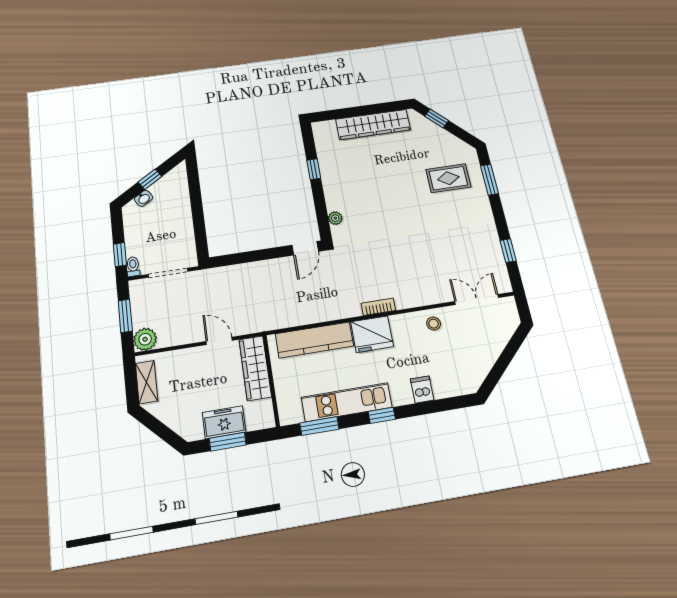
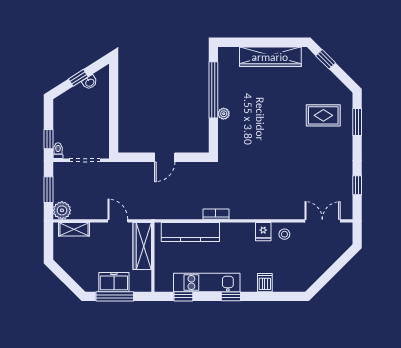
window: (314, 169) -> (213, 90), width x3.17
washbasin: (144, 198) -> (90, 82), moved
plant: (335, 218) -> (224, 114), moved
door: (305, 248) -> (165, 157), moved
bookcase: (378, 307) -> (216, 214), moved
fridge: (372, 334) -> (263, 232), moved, width x0.53, depth x0.75
shelving: (147, 382) -> (74, 229), moved, turned 90
window: (319, 426) -> (183, 296), width x0.67
window: (228, 442) -> (115, 296), width x1.44

